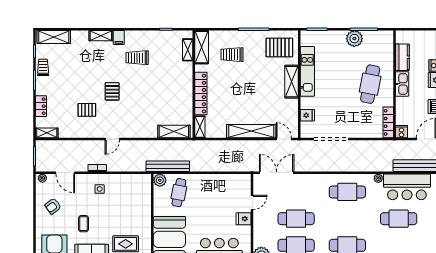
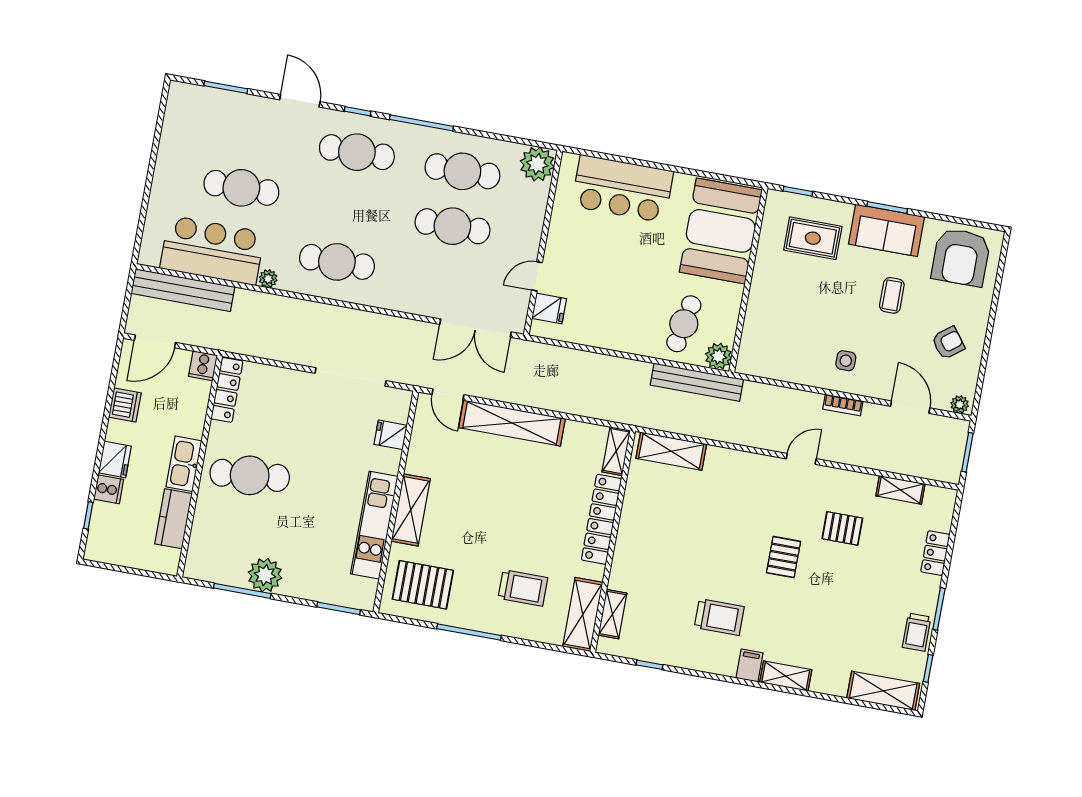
cafe table: (370, 84) -> (250, 475), turned 74
shelving: (47, 133) -> (900, 490), moved
fridge: (244, 219) -> (549, 309), moved

